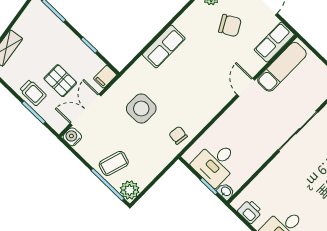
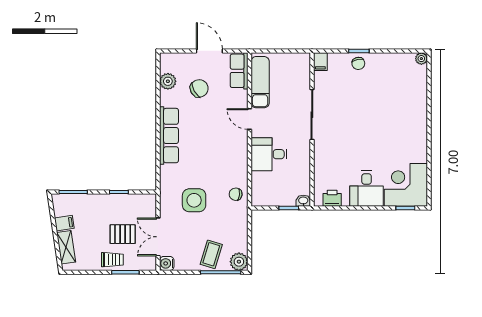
row of seats: (164, 46) -> (169, 136), width x1.48
filing cabinet: (105, 77) -> (64, 223), moved, turned -98
desk: (216, 163) -> (269, 154), moved, turned 90

